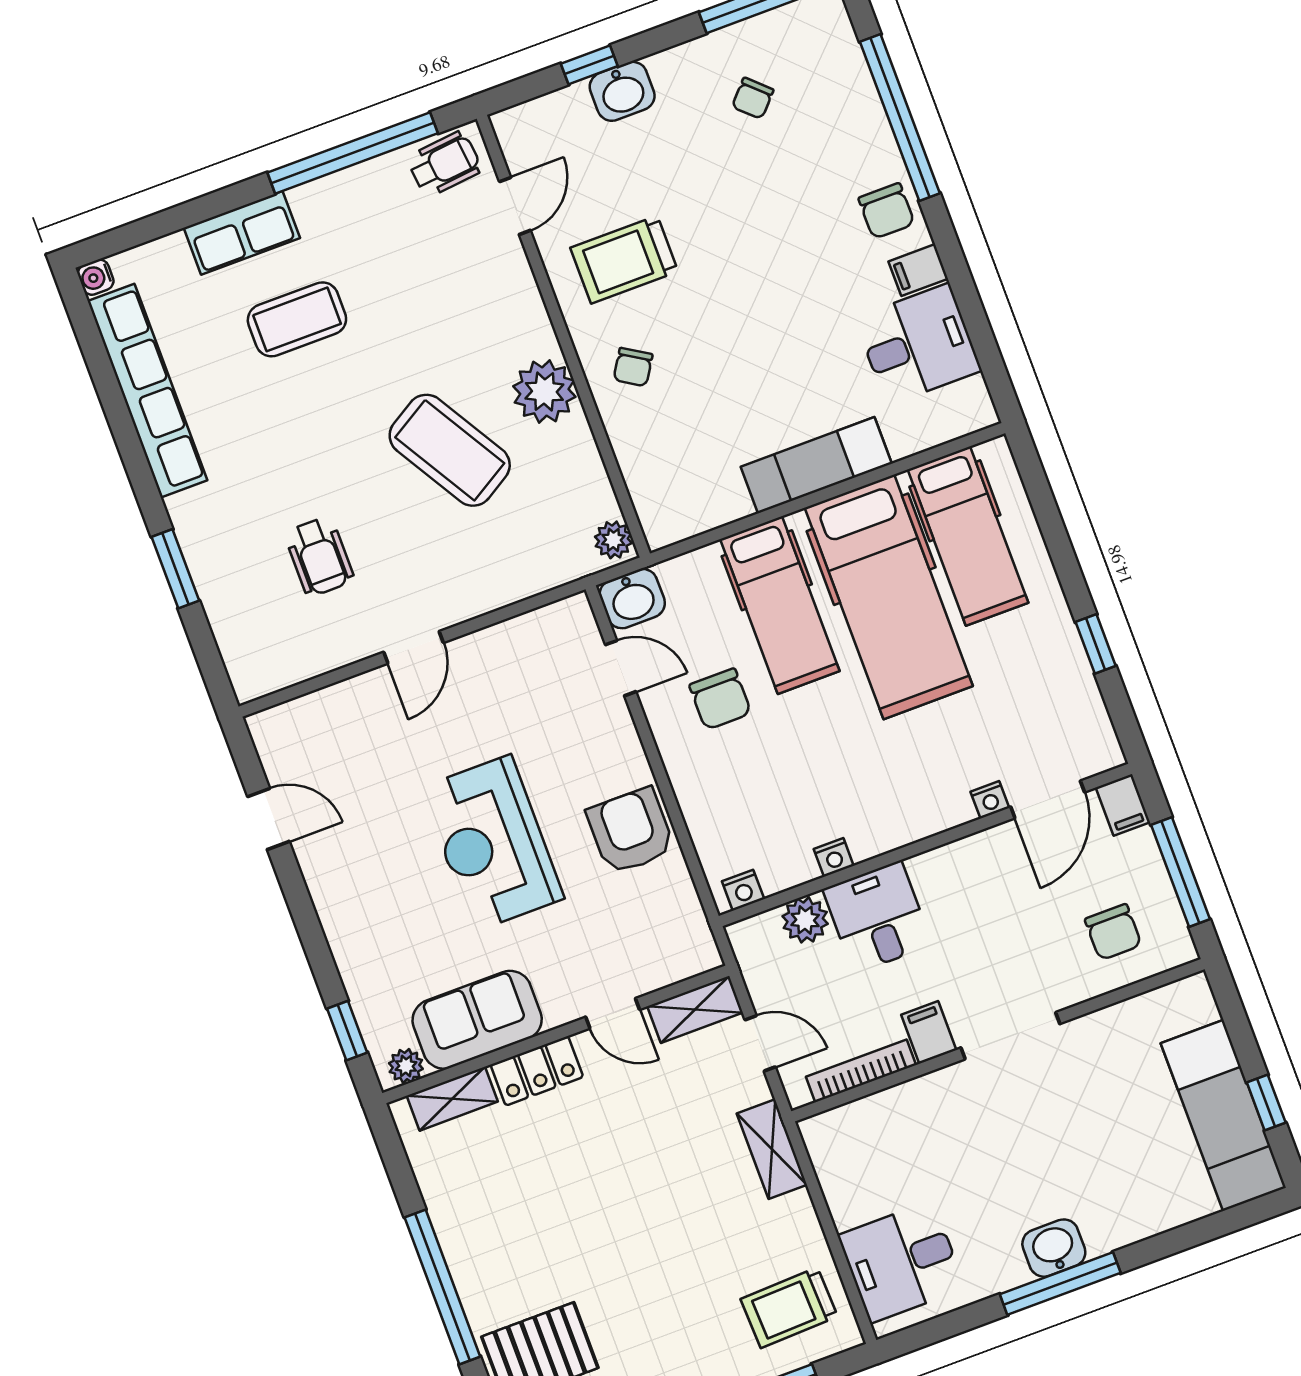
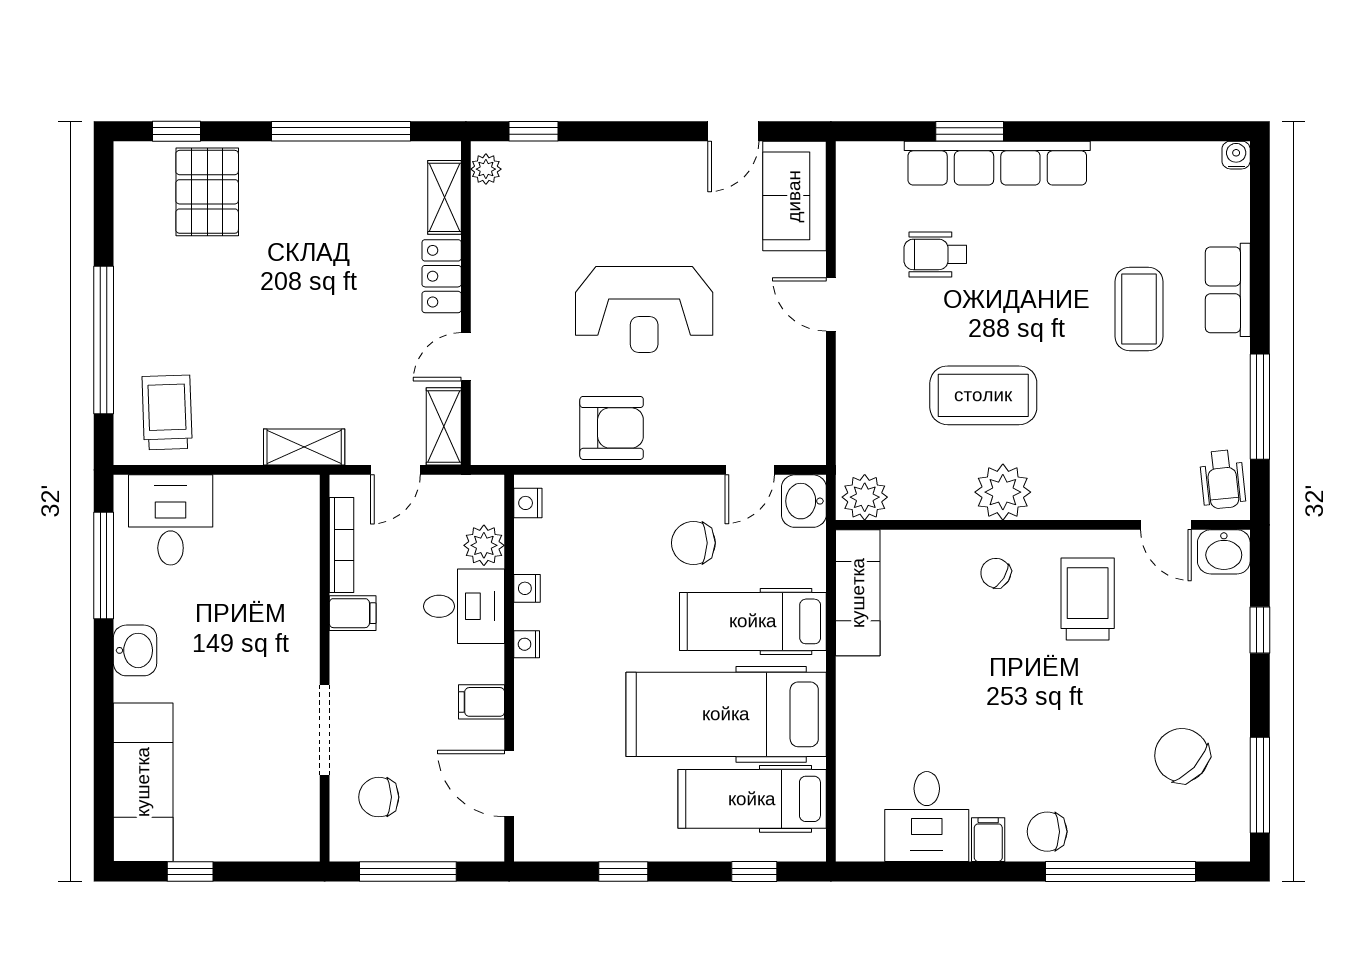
washbasin: (622, 91) -> (1224, 552), moved, turned -90
chair: (753, 98) -> (1182, 755), width x1.87, depth x1.87
window: (353, 153) -> (1260, 407), width x0.68
row of seats: (148, 391) -> (997, 163), moved
coffee table: (450, 450) -> (983, 395), turned 31
exam couch: (816, 465) -> (858, 593), moved
window: (1044, 505) -> (754, 871), added
plant: (613, 540) -> (865, 497), width x1.38, depth x1.38
nightstand: (990, 800) -> (527, 644), moved
filing cabinet: (1123, 805) -> (481, 702), moved
reception desk: (492, 843) -> (644, 310), turned 180
sofa: (477, 1020) -> (794, 196), moved, turned 180
doorway: (1010, 1036) -> (325, 730), moved
exam couch: (1223, 1115) -> (143, 782), moved, turned 90
window: (1060, 1284) -> (104, 565), moved
window: (442, 1287) -> (341, 131), moved

